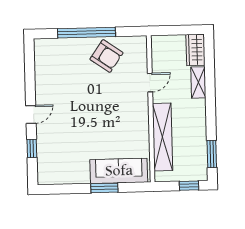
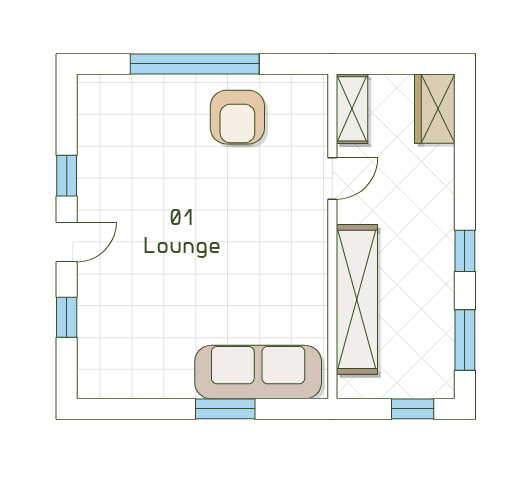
armchair: (106, 56) -> (237, 117), turned 55
shelving: (198, 82) -> (352, 109), moved
window: (30, 84) -> (67, 176), added
window: (211, 114) -> (465, 251), added

